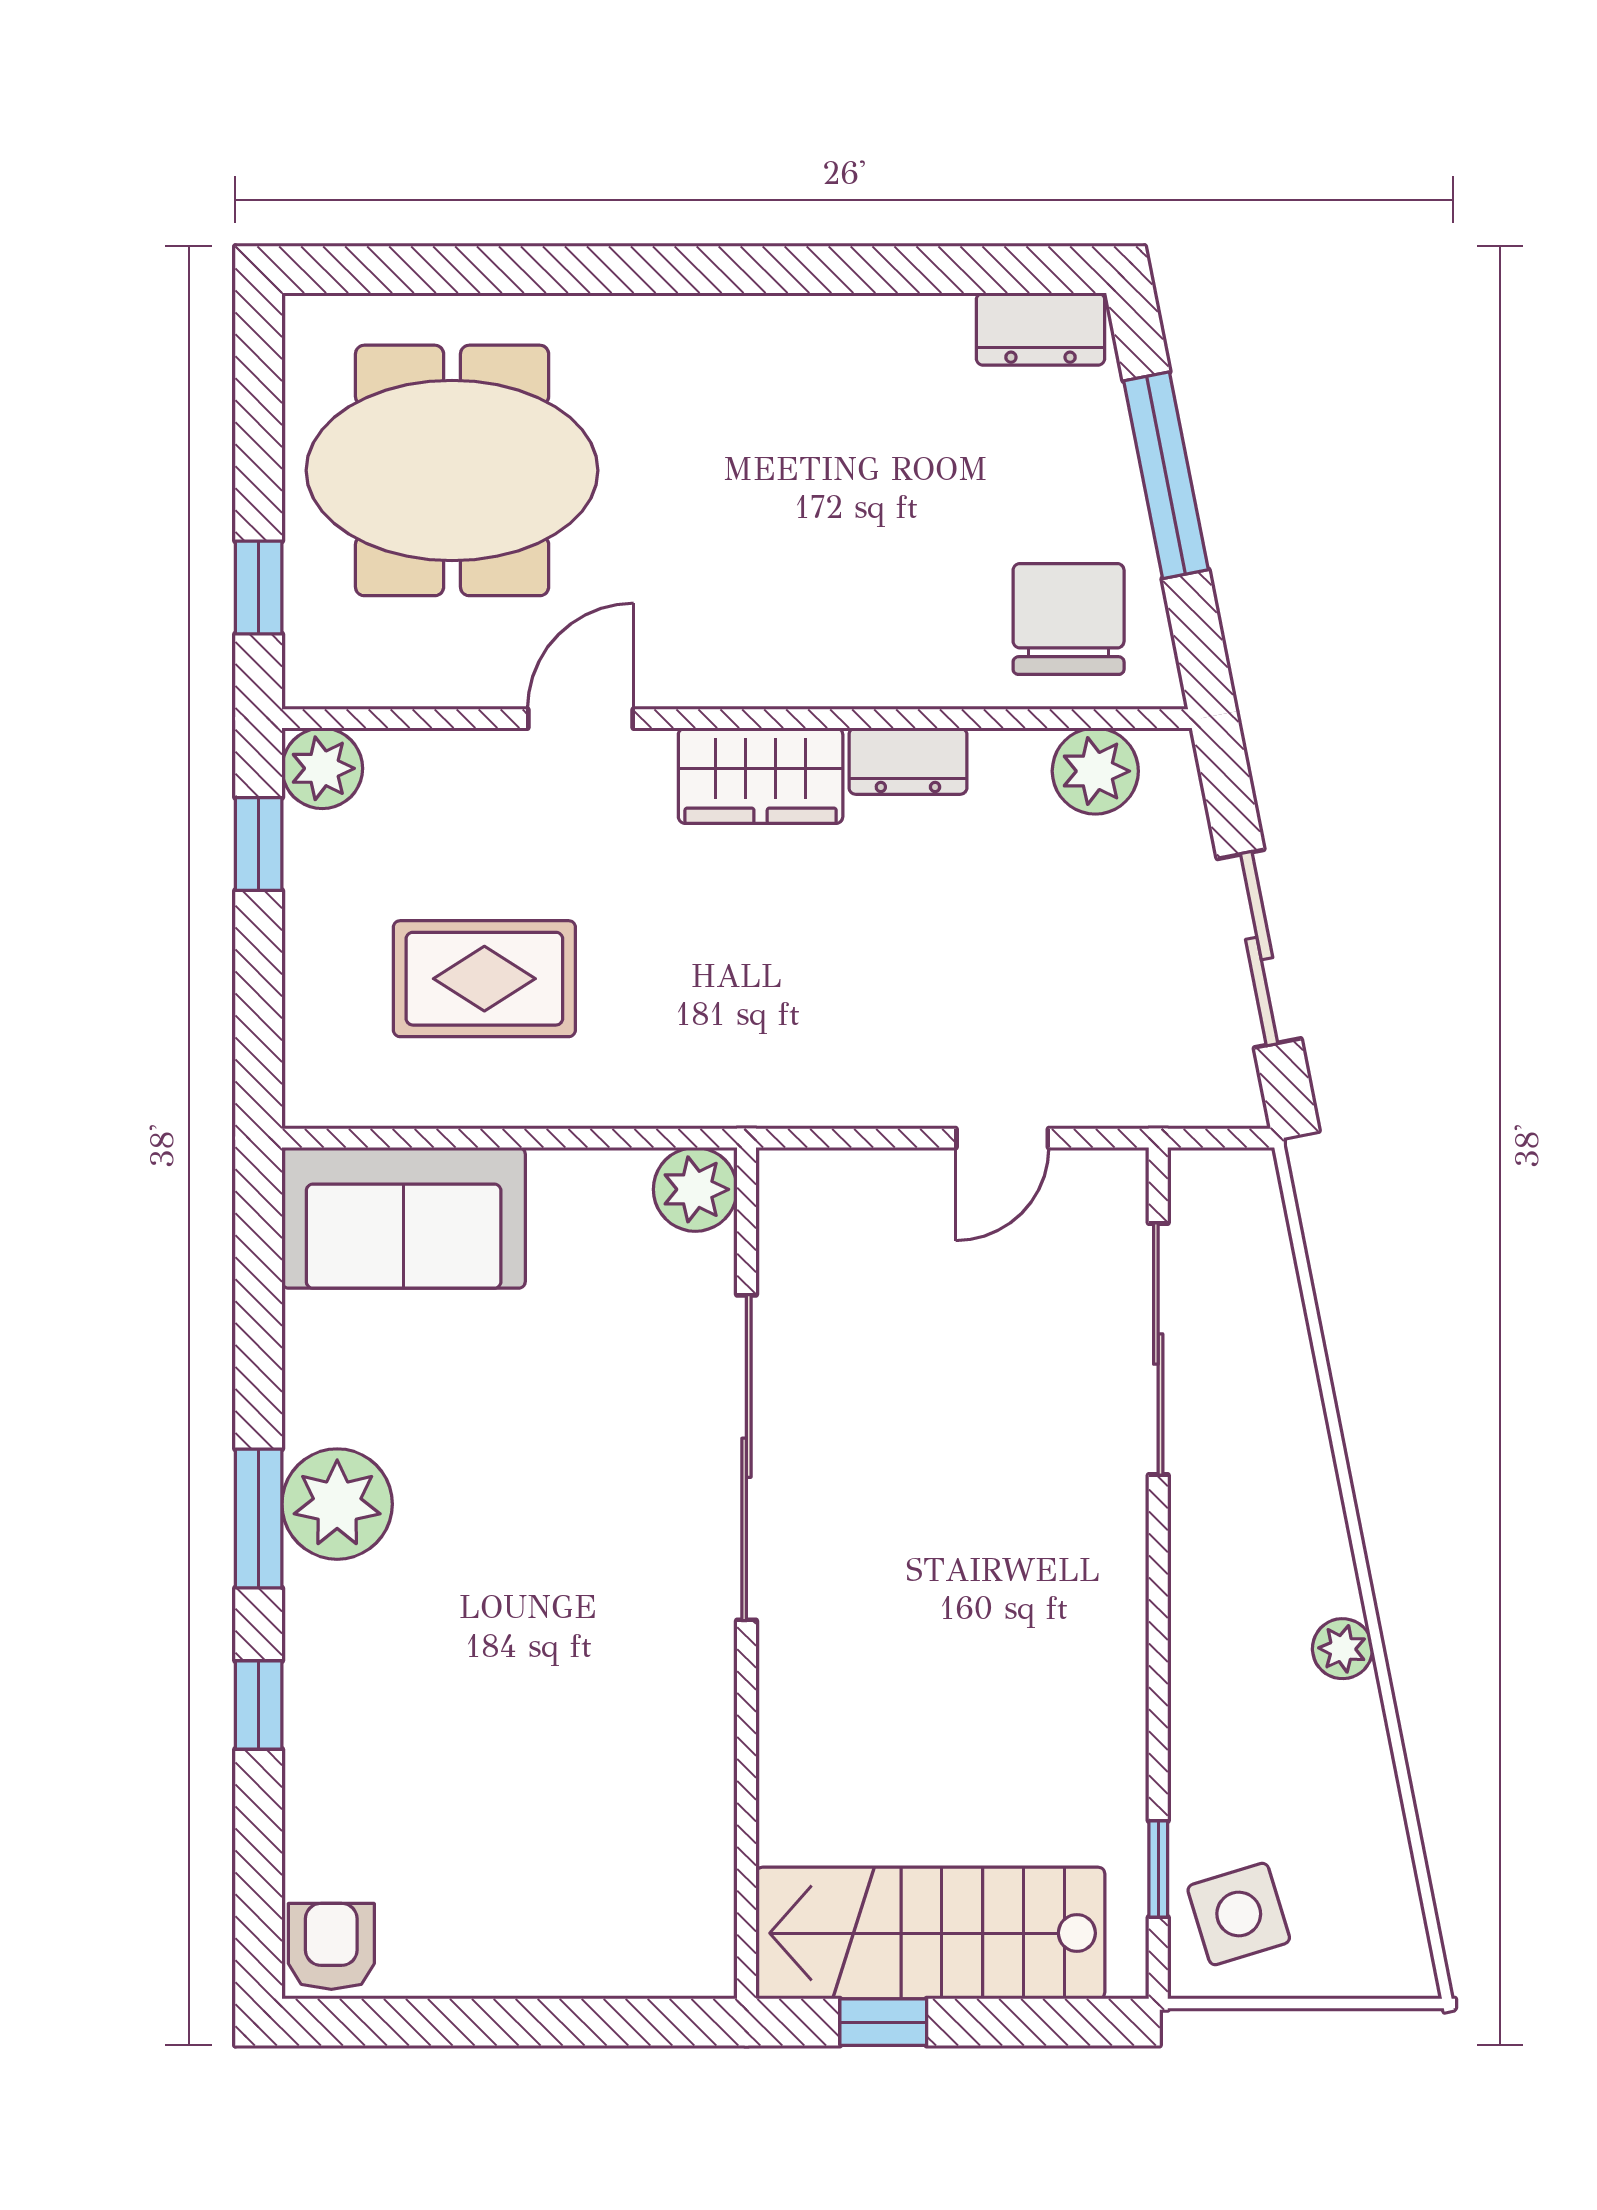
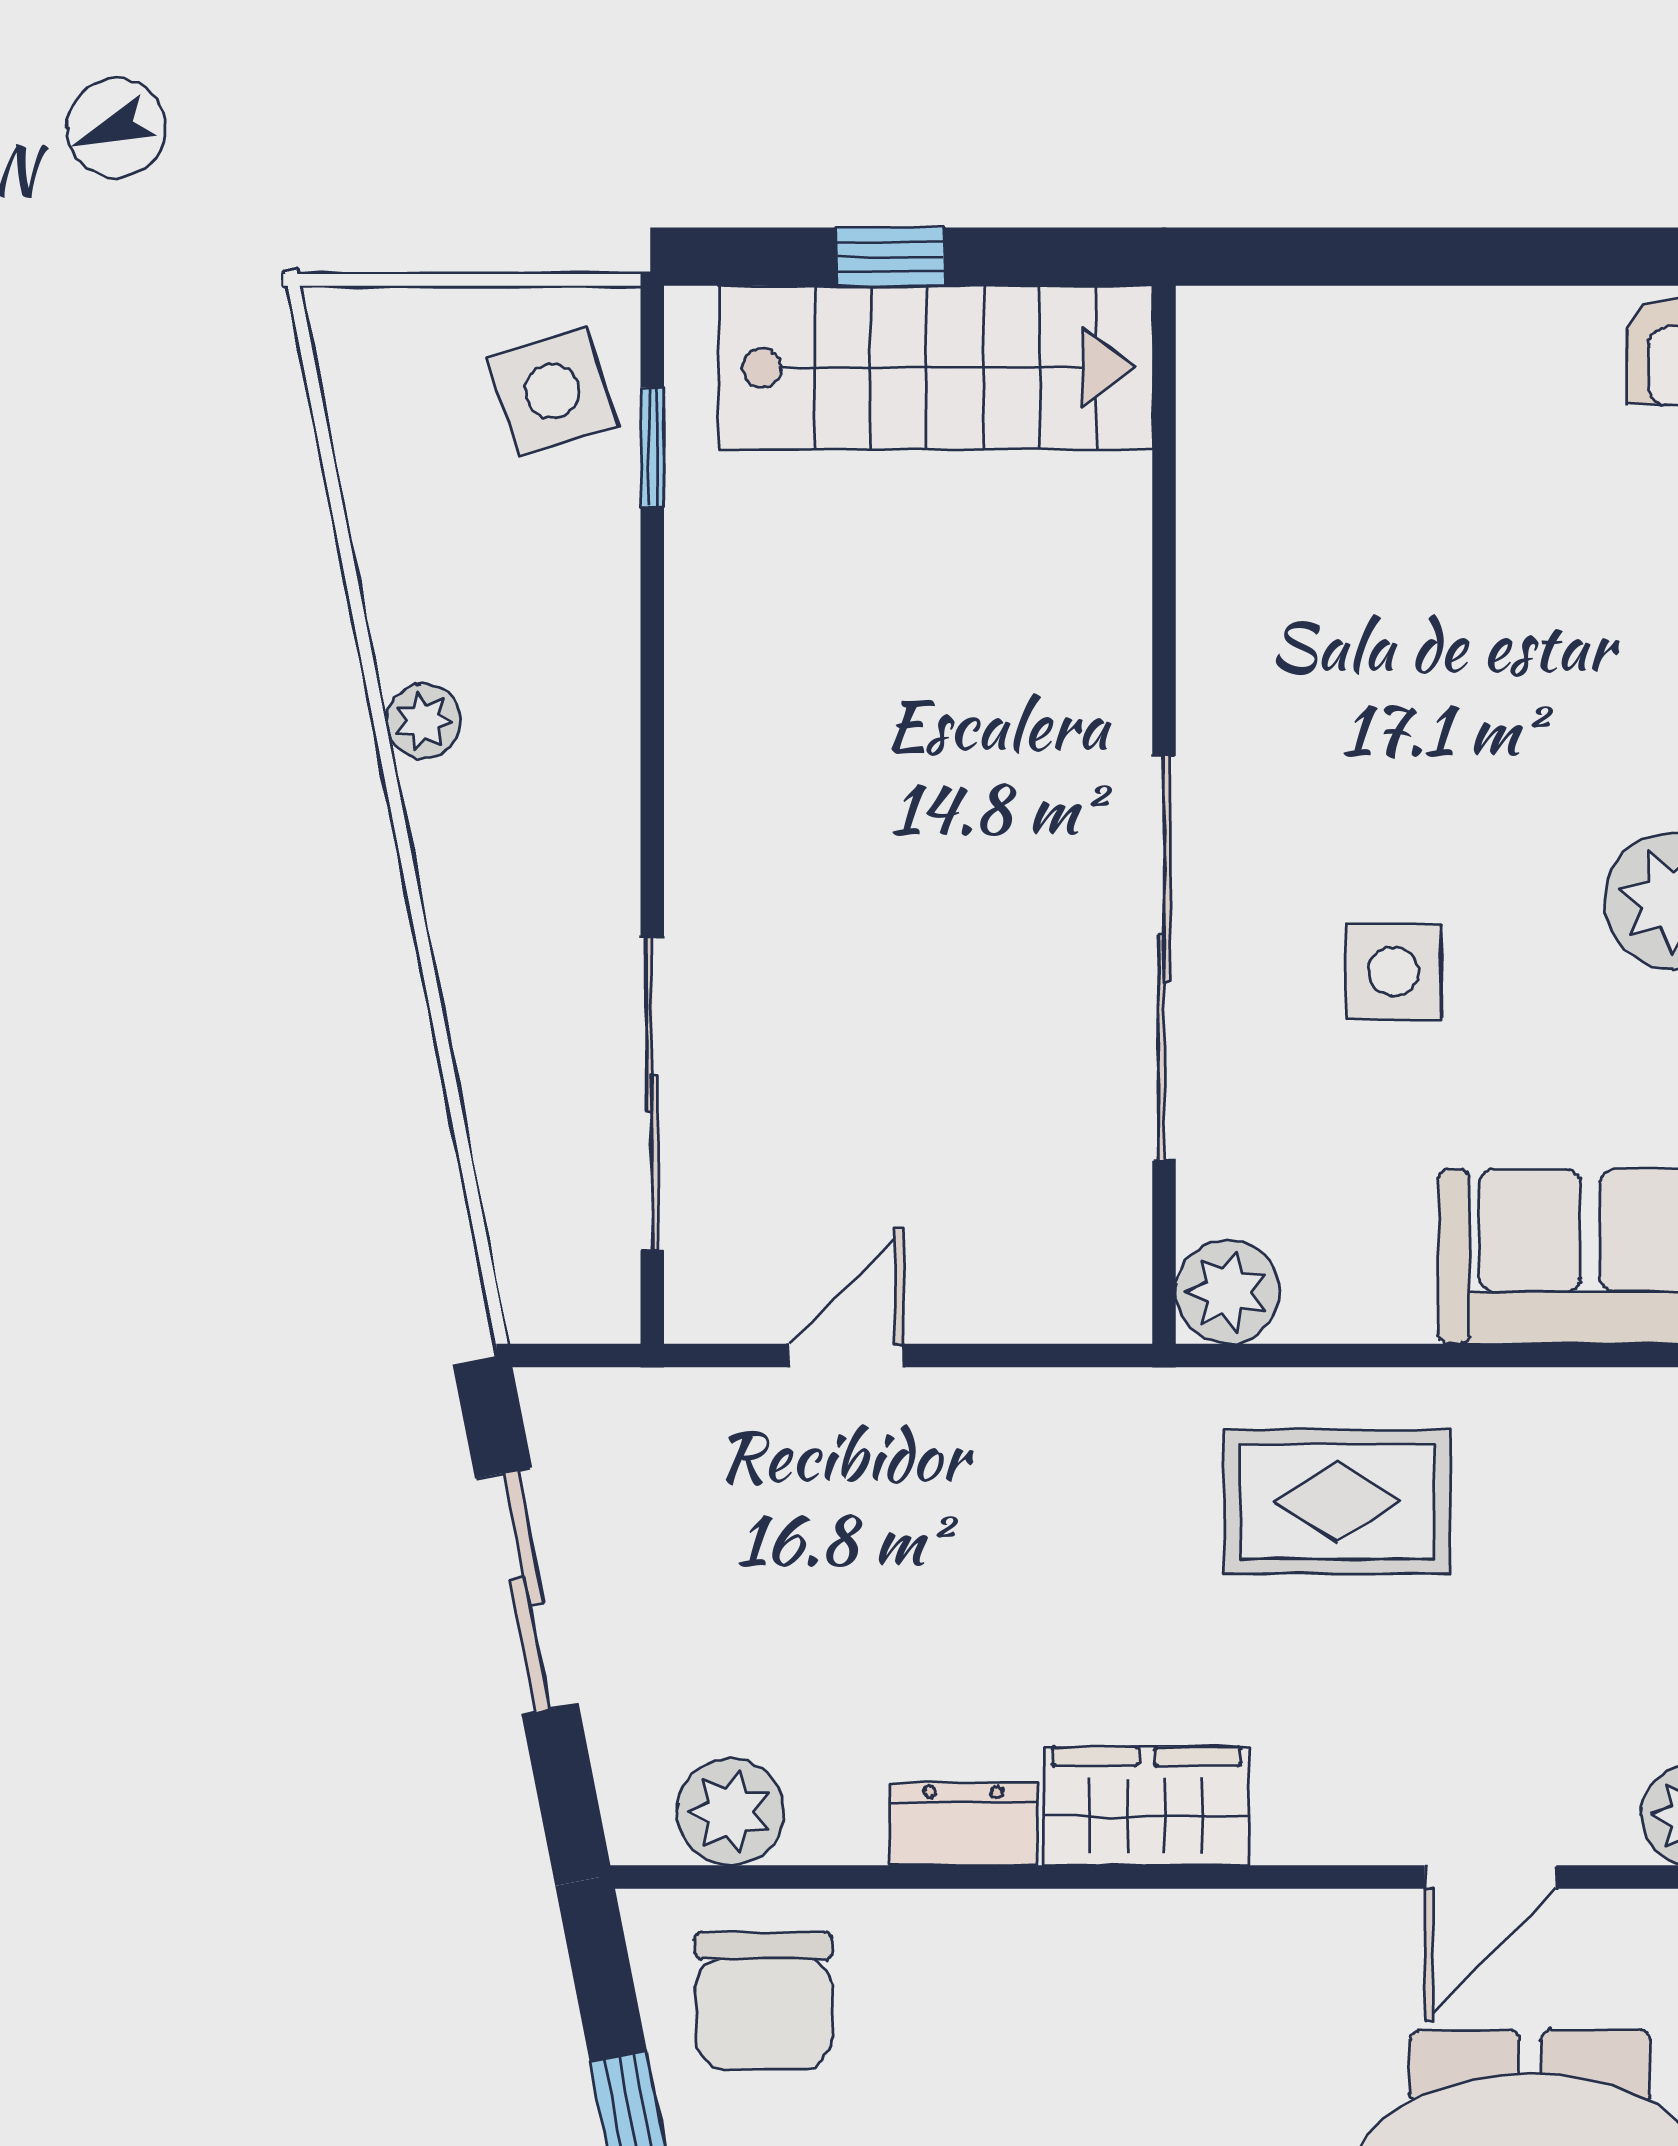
door: (581, 719) -> (1490, 1877), moved
rug: (484, 979) -> (1337, 1502), moved
side table: (562, 1447) -> (1394, 972), added
window: (883, 2022) -> (890, 257), moved

